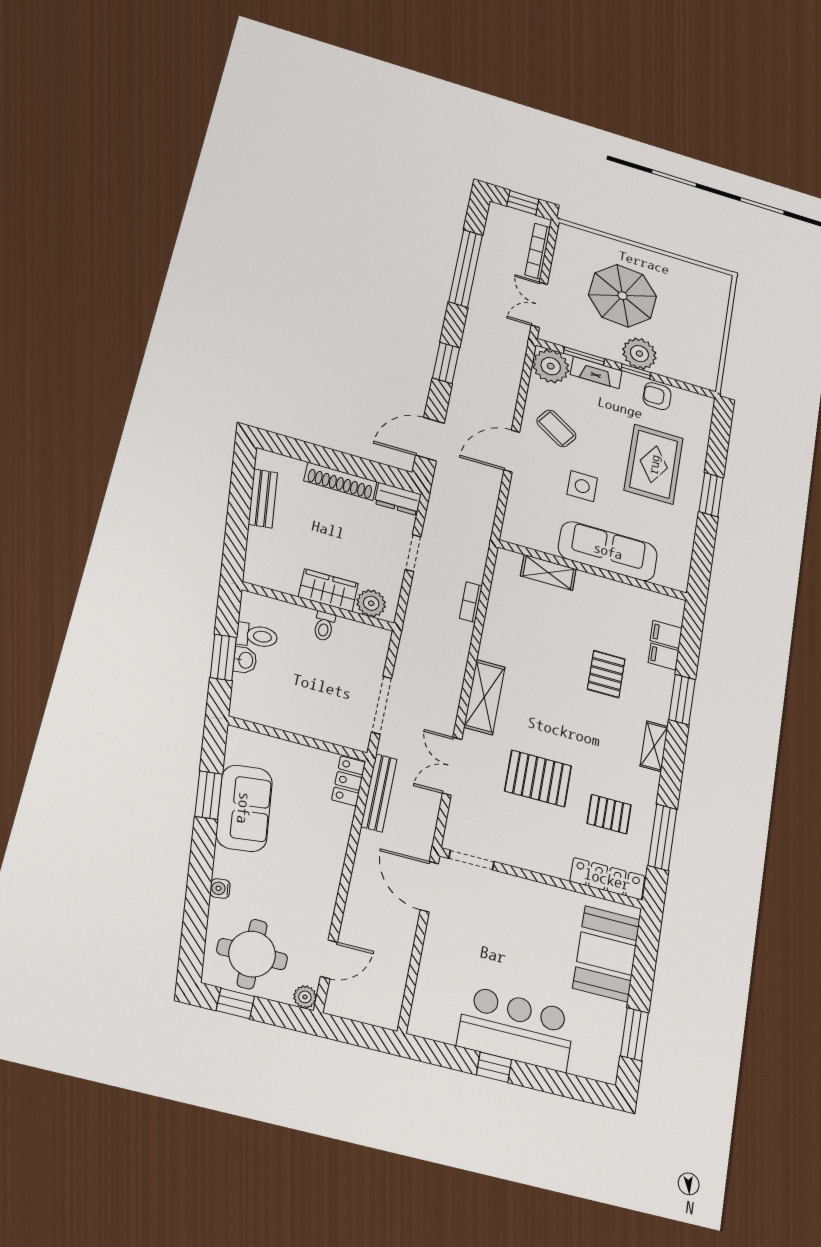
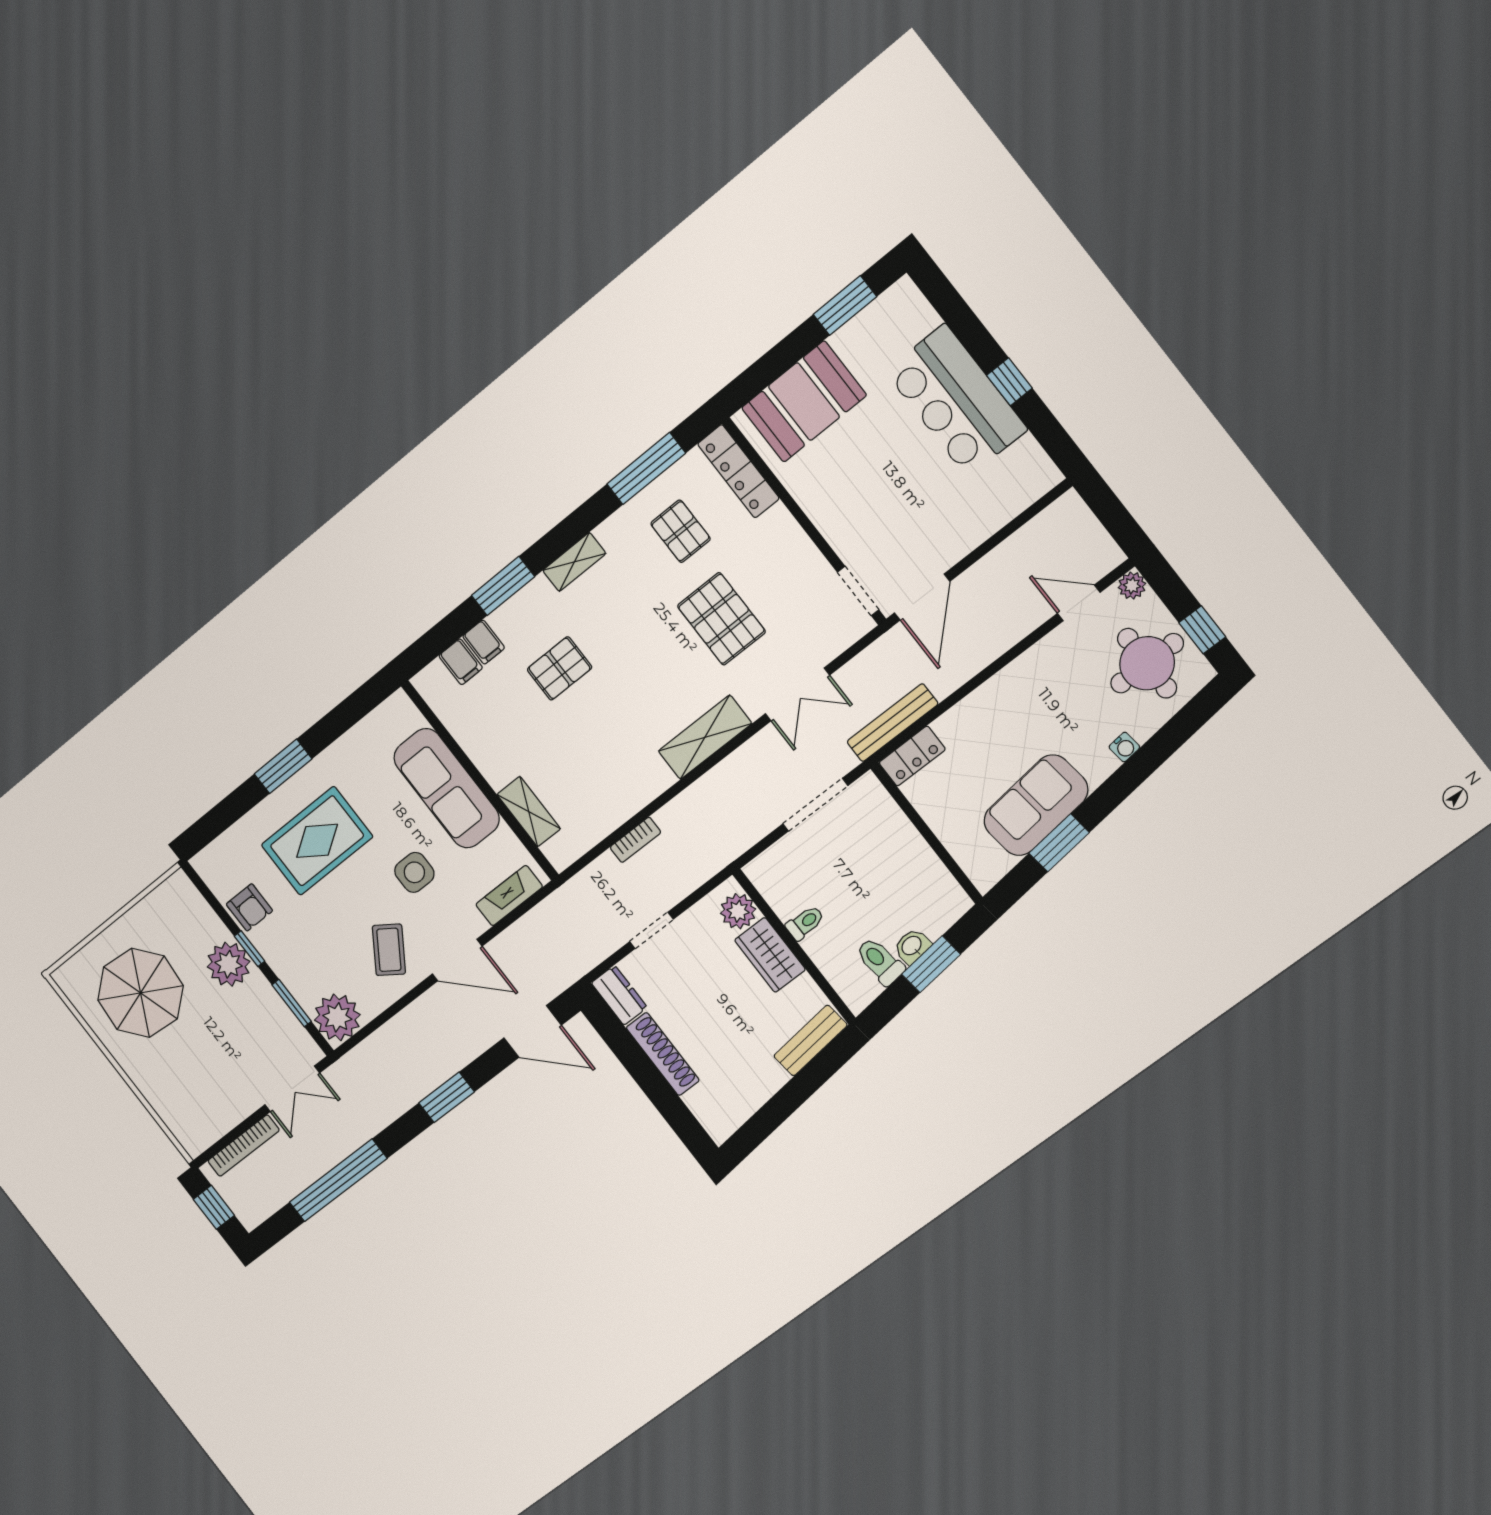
parasol: (623, 296) -> (140, 993), moved
fireplace: (596, 373) -> (509, 896), moved, turned -90
bench: (263, 498) -> (810, 1041), moved

